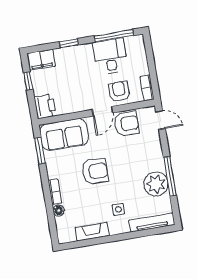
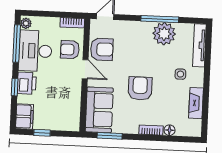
plant: (136, 41) -> (26, 23), added
desk: (110, 56) -> (35, 51), width x1.37
printer: (45, 106) -> (27, 83), moved, turned 90
armchair: (126, 124) -> (102, 49), turned 90

